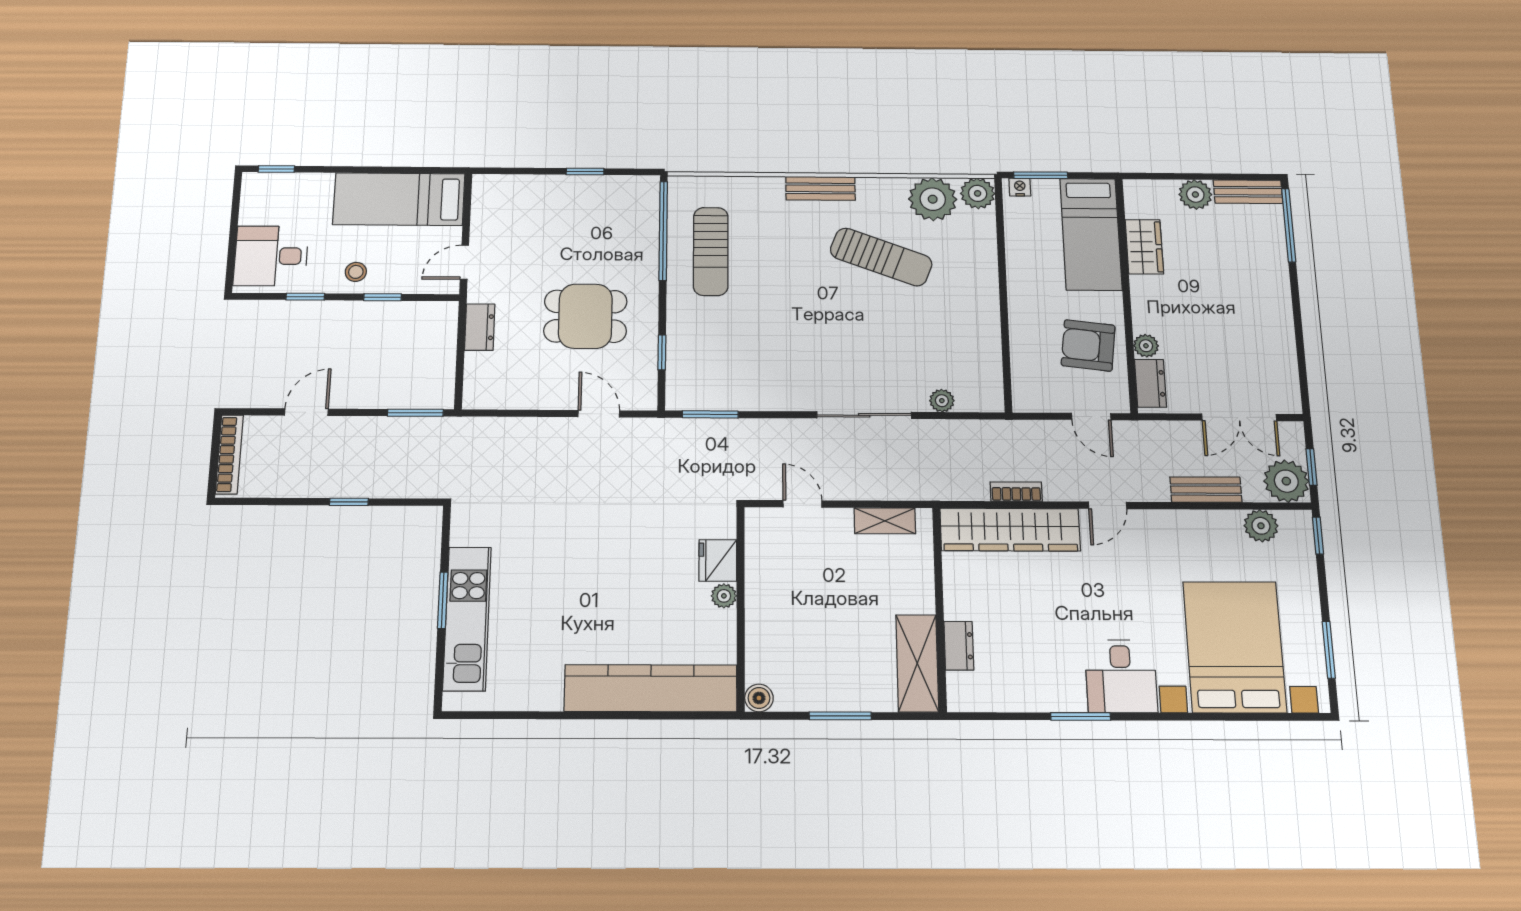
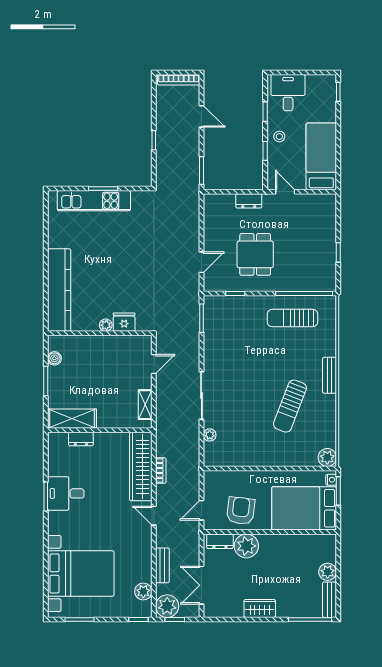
plant: (933, 199) -> (324, 434), removed
bed: (1091, 234) -> (304, 508), width x1.50
wardrobe: (1144, 247) -> (260, 608), moved, turned 180
plant: (1146, 346) -> (246, 546), width x1.87, depth x1.87
desk: (1121, 676) -> (66, 493), moved
boiler: (759, 698) -> (54, 358), moved

